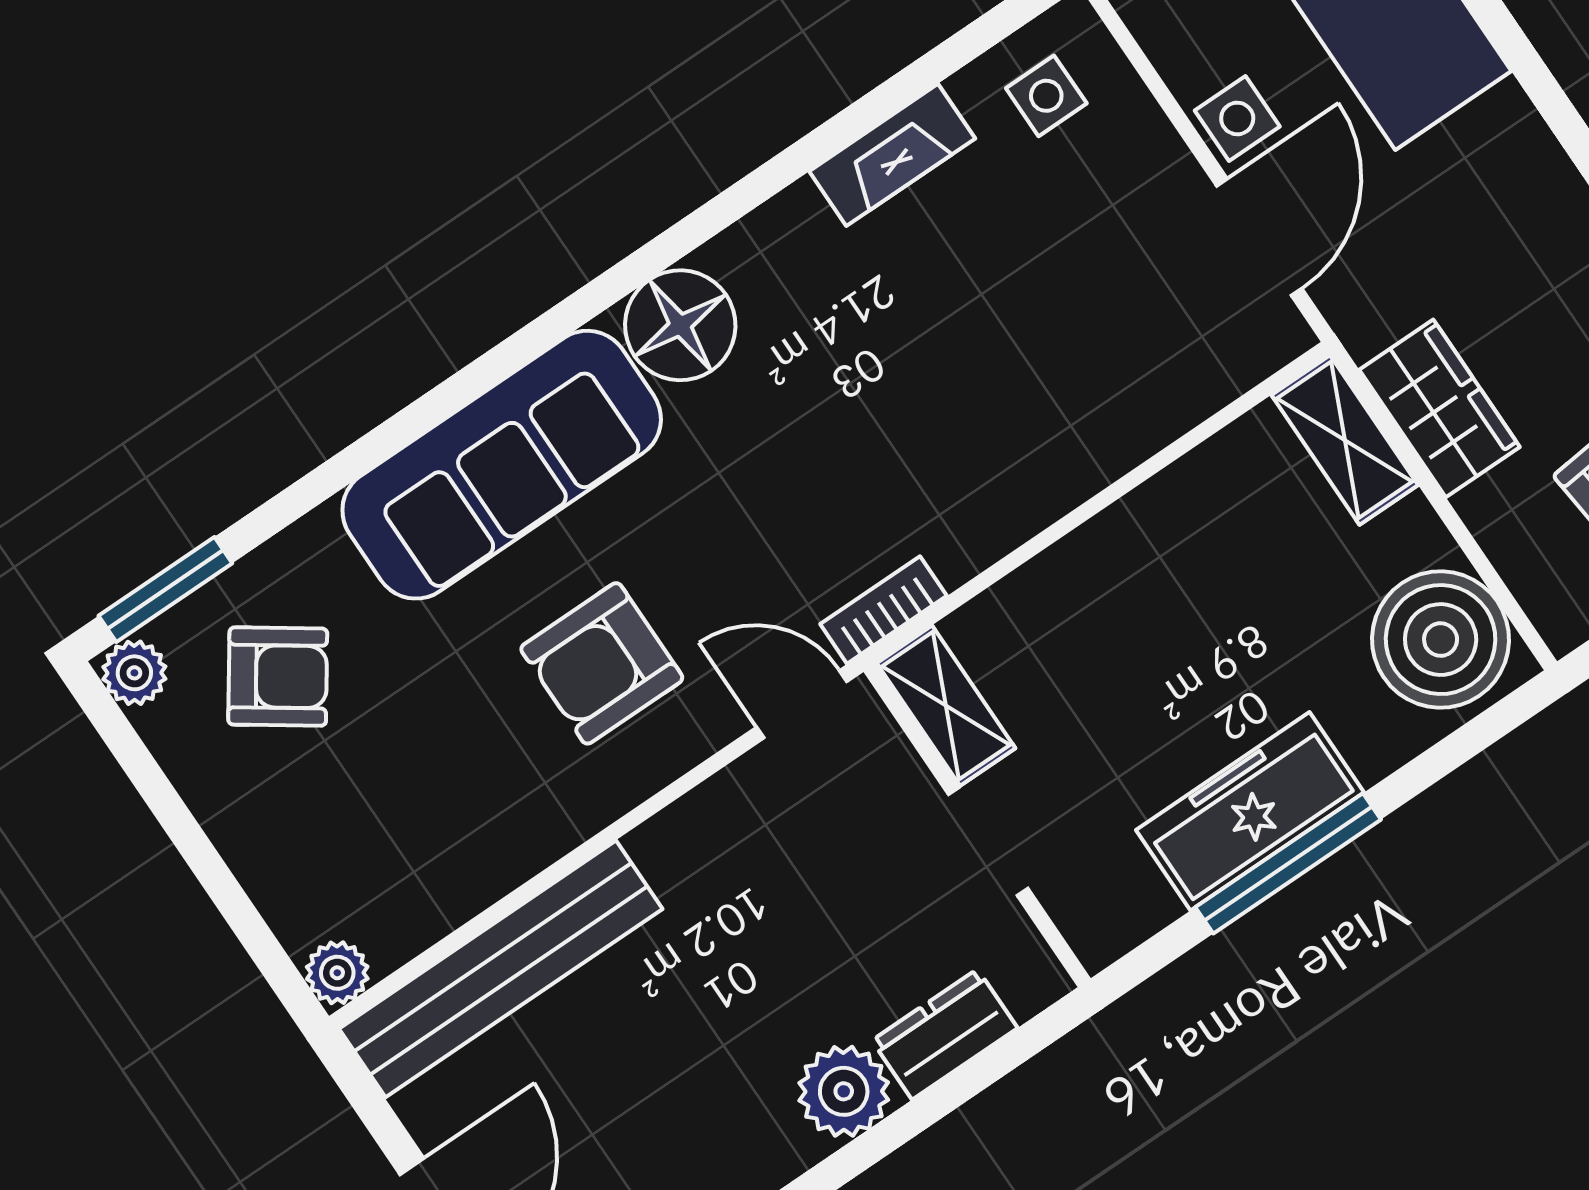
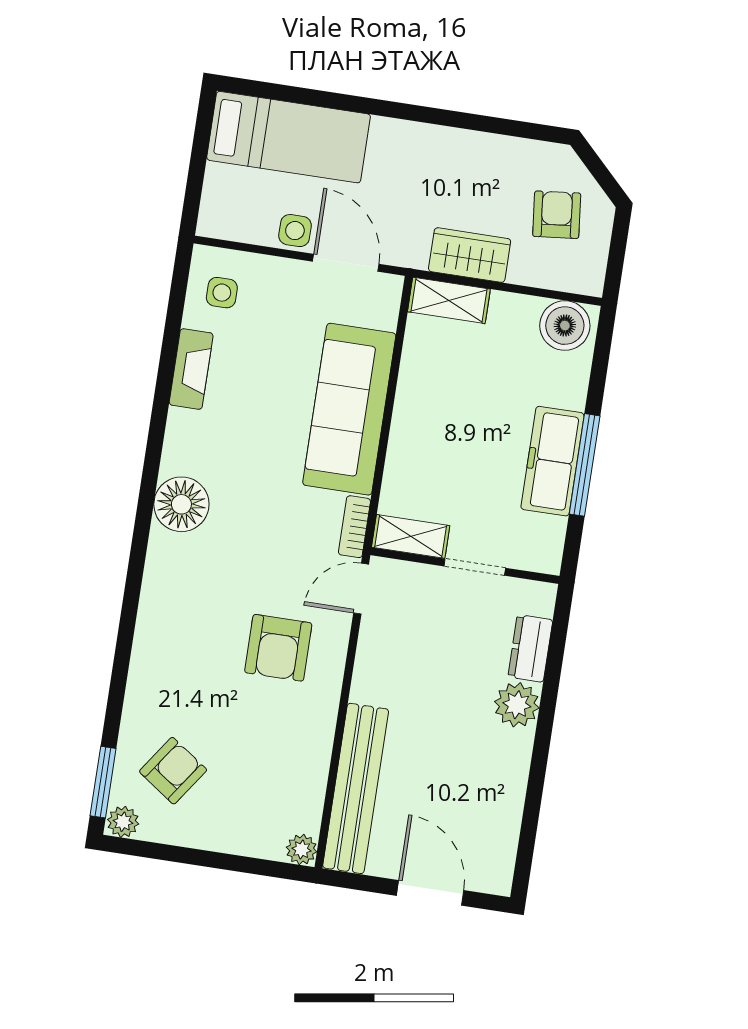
sofa: (502, 465) -> (349, 409), moved, turned 180
boiler: (1441, 640) -> (565, 326), width x0.73, depth x0.73

